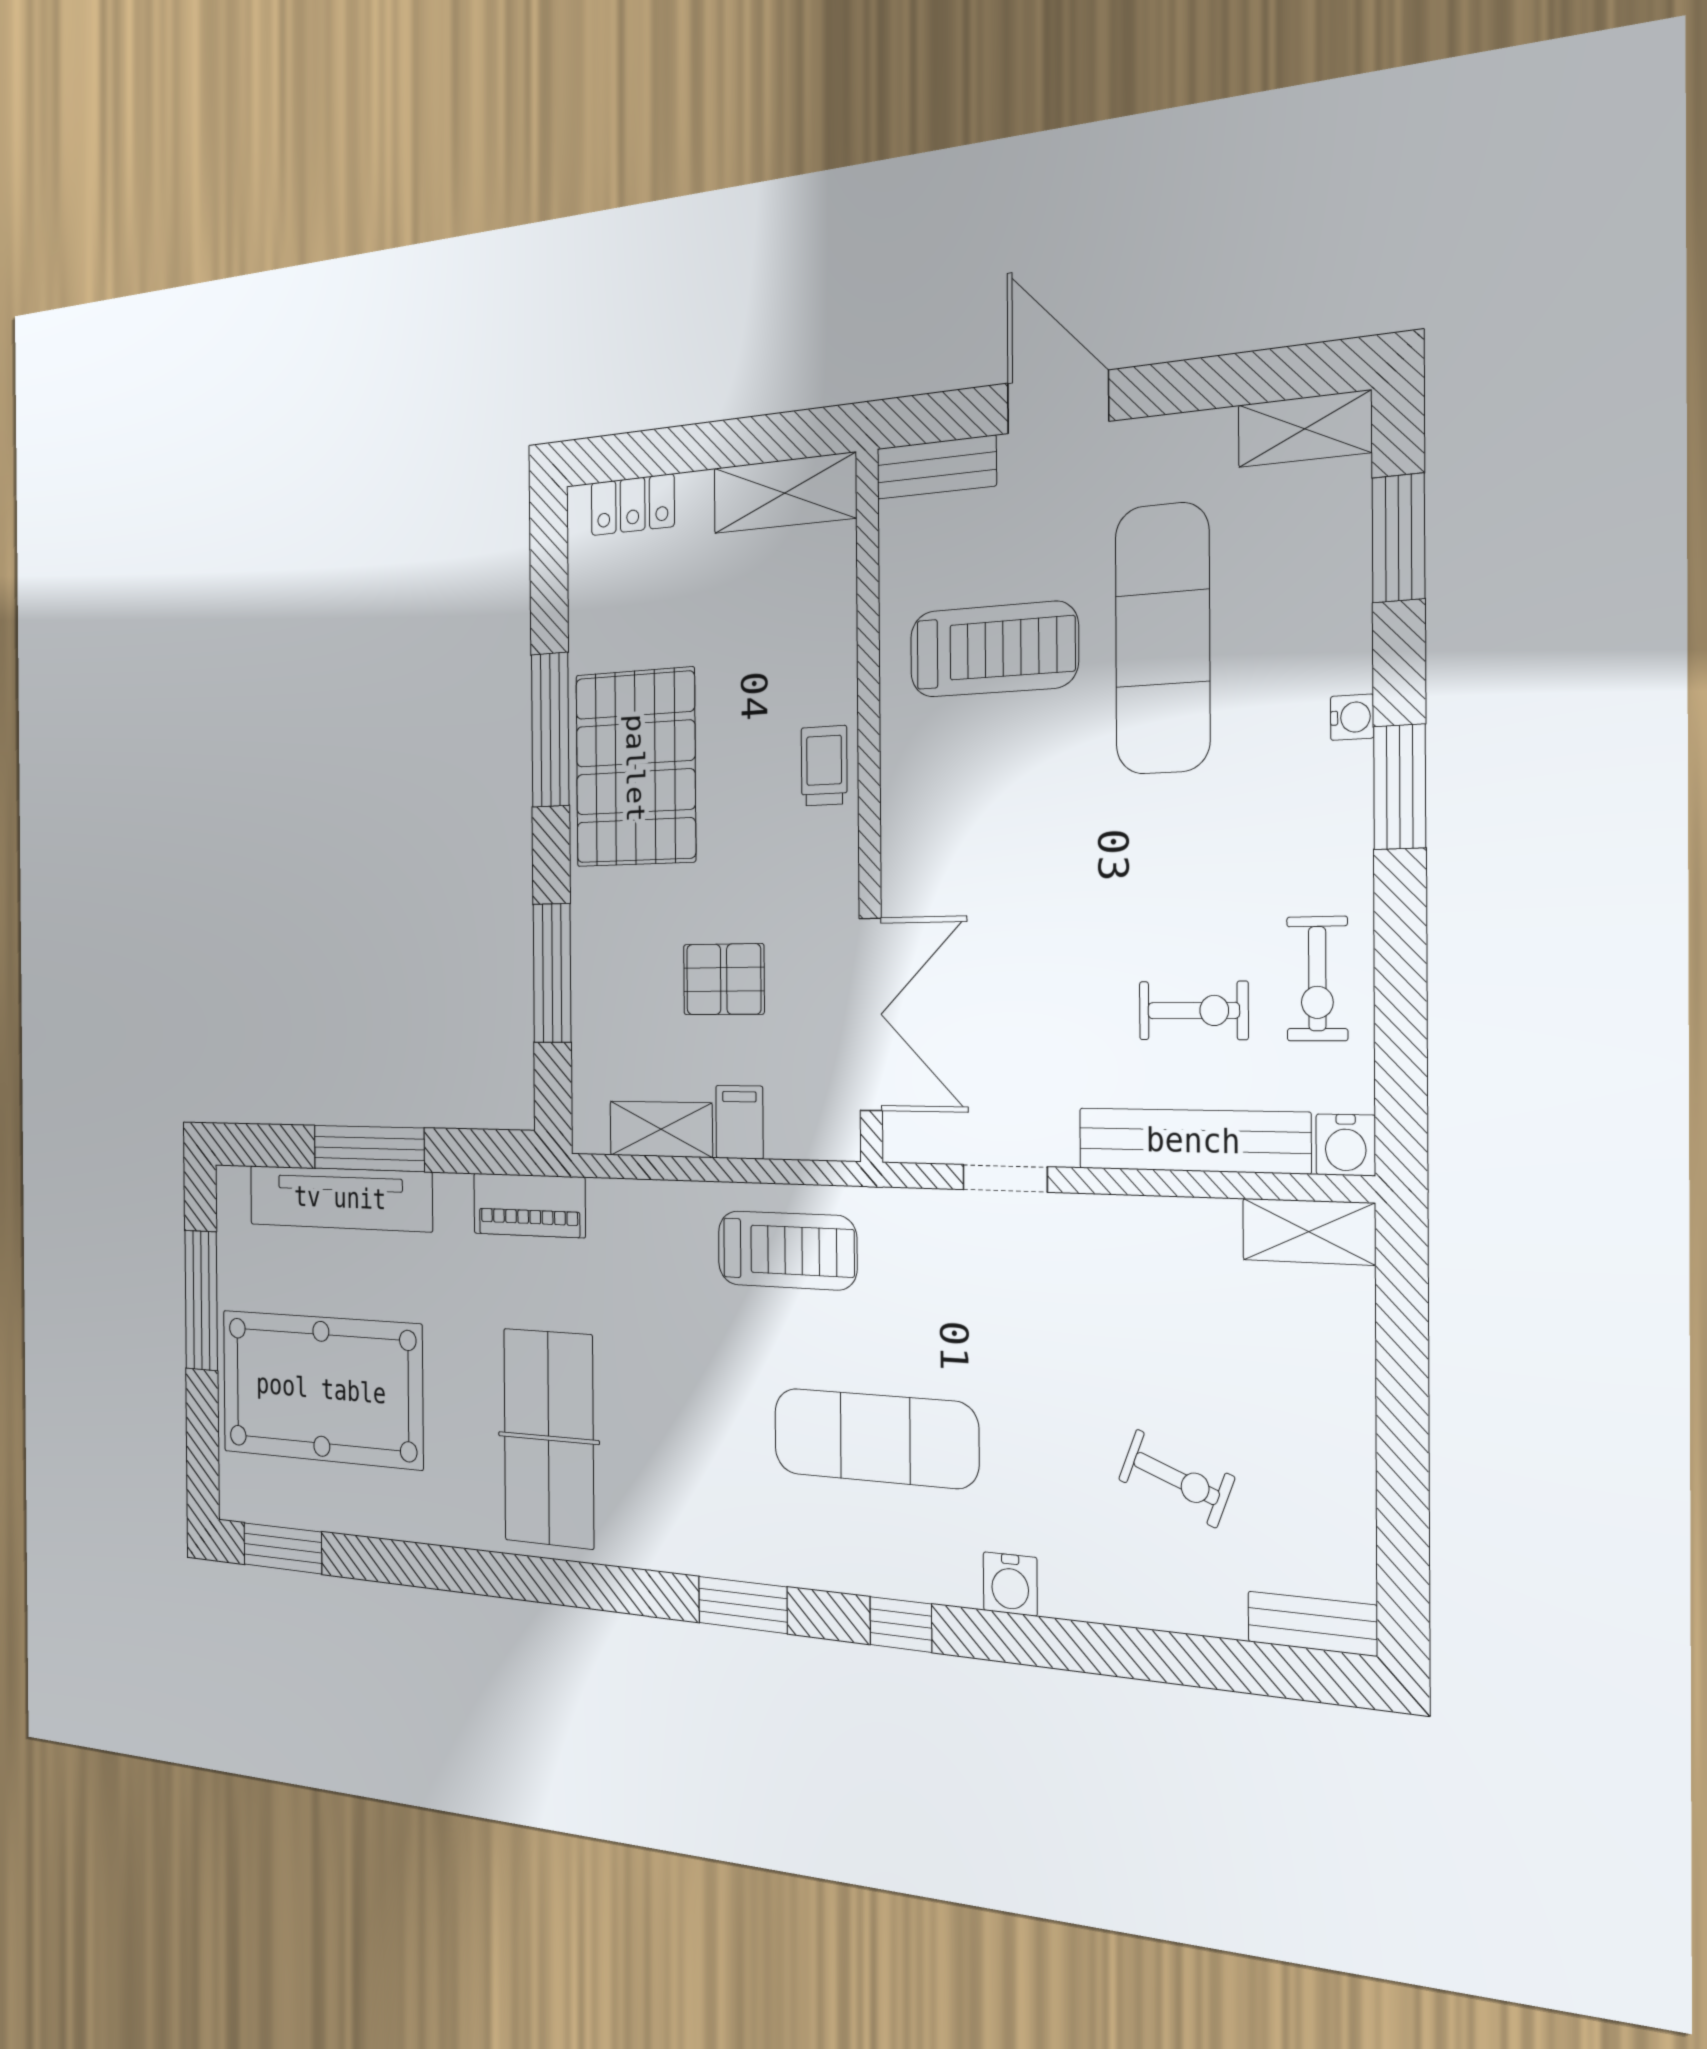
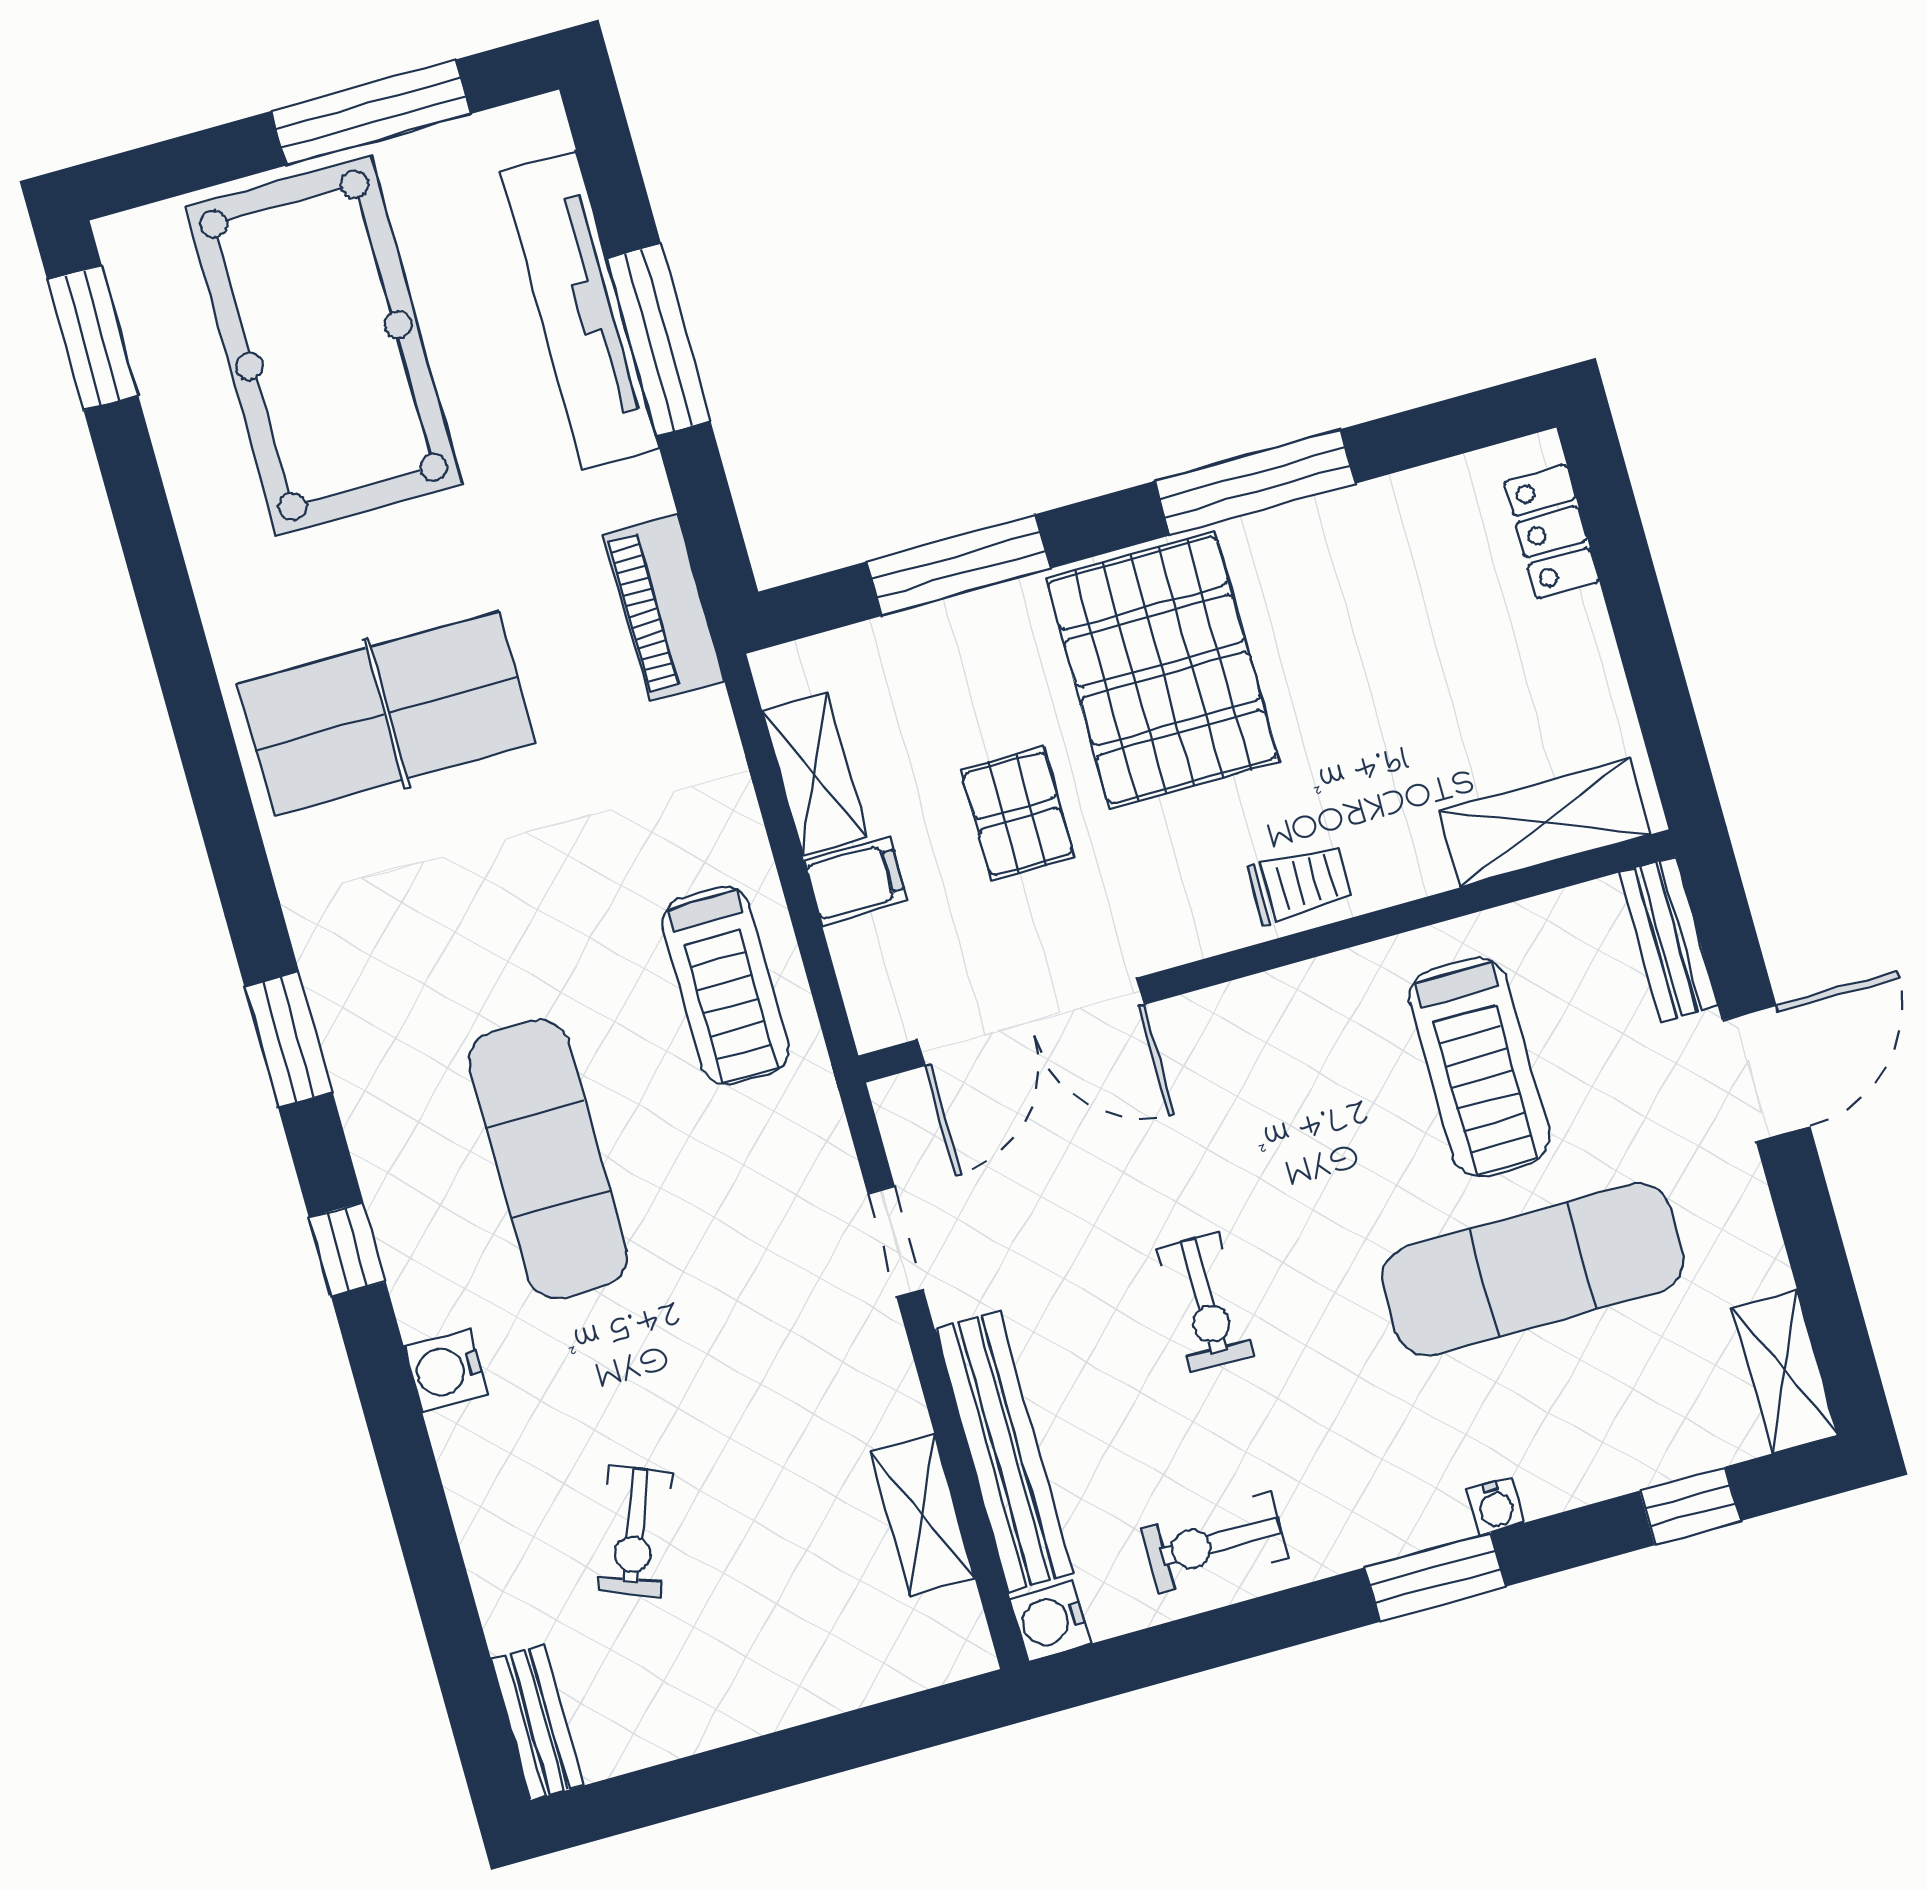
shelving: (785, 493) -> (1545, 823), moved, turned 90
window: (1398, 538) -> (1690, 1506), width x0.67
pallet: (635, 768) -> (1162, 670), moved, turned 90
exercise bike: (1194, 1011) -> (1205, 1302), moved
shelving: (1309, 1232) -> (922, 1515), moved

